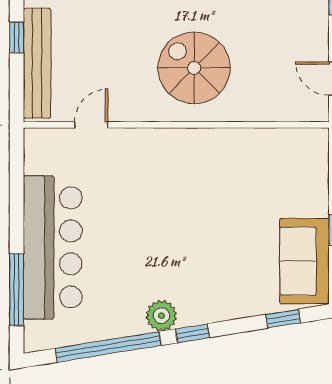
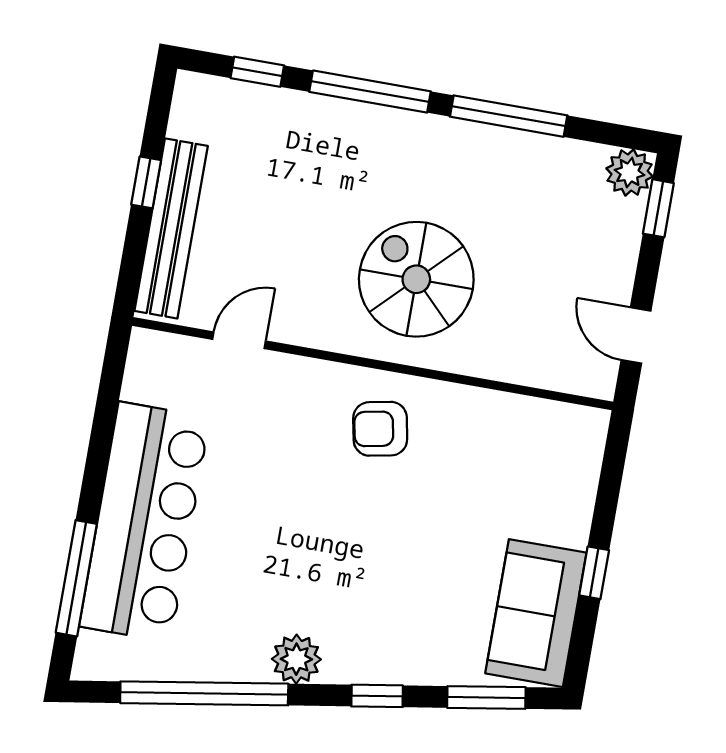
armchair: (188, 164) -> (380, 429), added
window: (283, 319) -> (486, 697), width x1.50
window: (192, 333) -> (377, 696), moved

